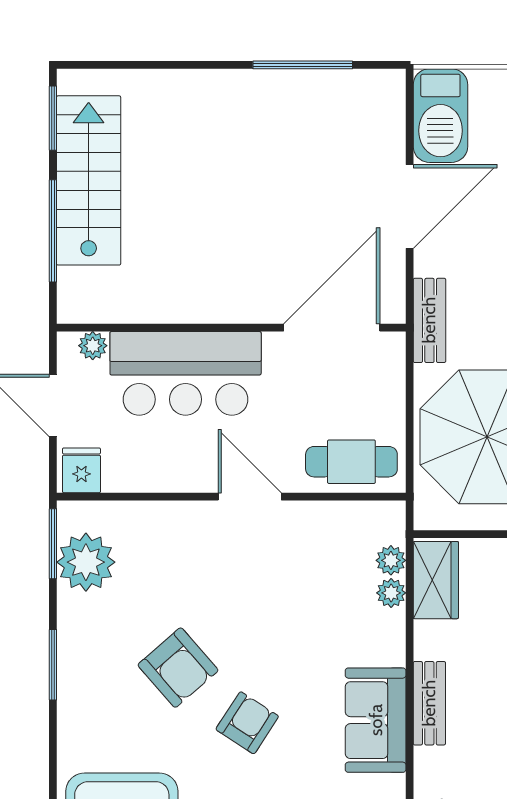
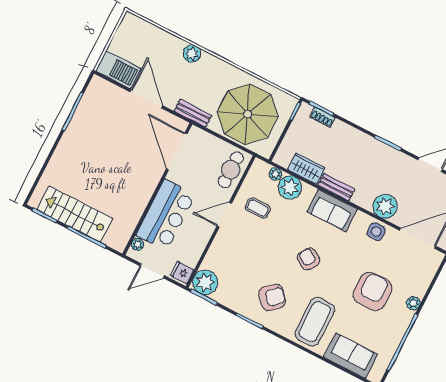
coffee table: (300, 560) -> (258, 208), added
plant: (86, 562) -> (205, 282), moved
wardrobe: (436, 580) -> (306, 168), moved
plant: (391, 593) -> (290, 187), width x1.88, depth x1.88
armchair: (178, 668) -> (272, 297), moved

